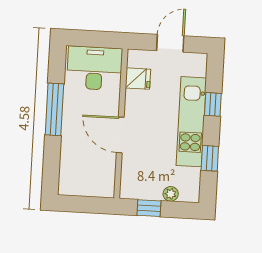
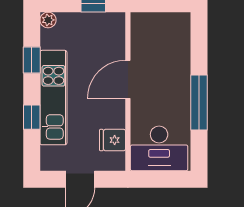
door: (120, 135) -> (128, 79), swing flipped
plant: (171, 194) -> (48, 20), moved

